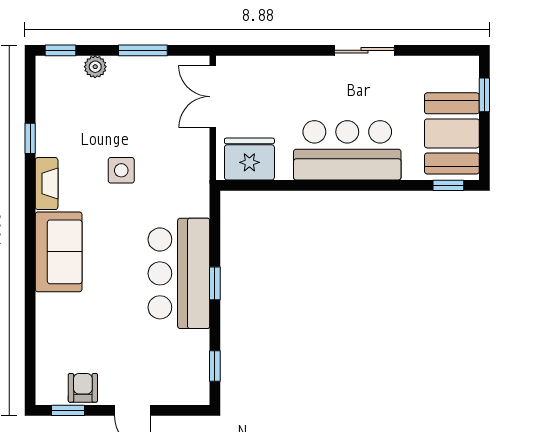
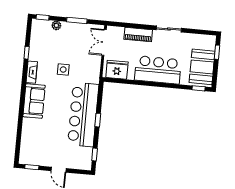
piano: (292, 70) -> (138, 35), added
bar counter: (179, 273) -> (83, 115), width x1.36
armchair: (83, 388) -> (39, 158), removed

